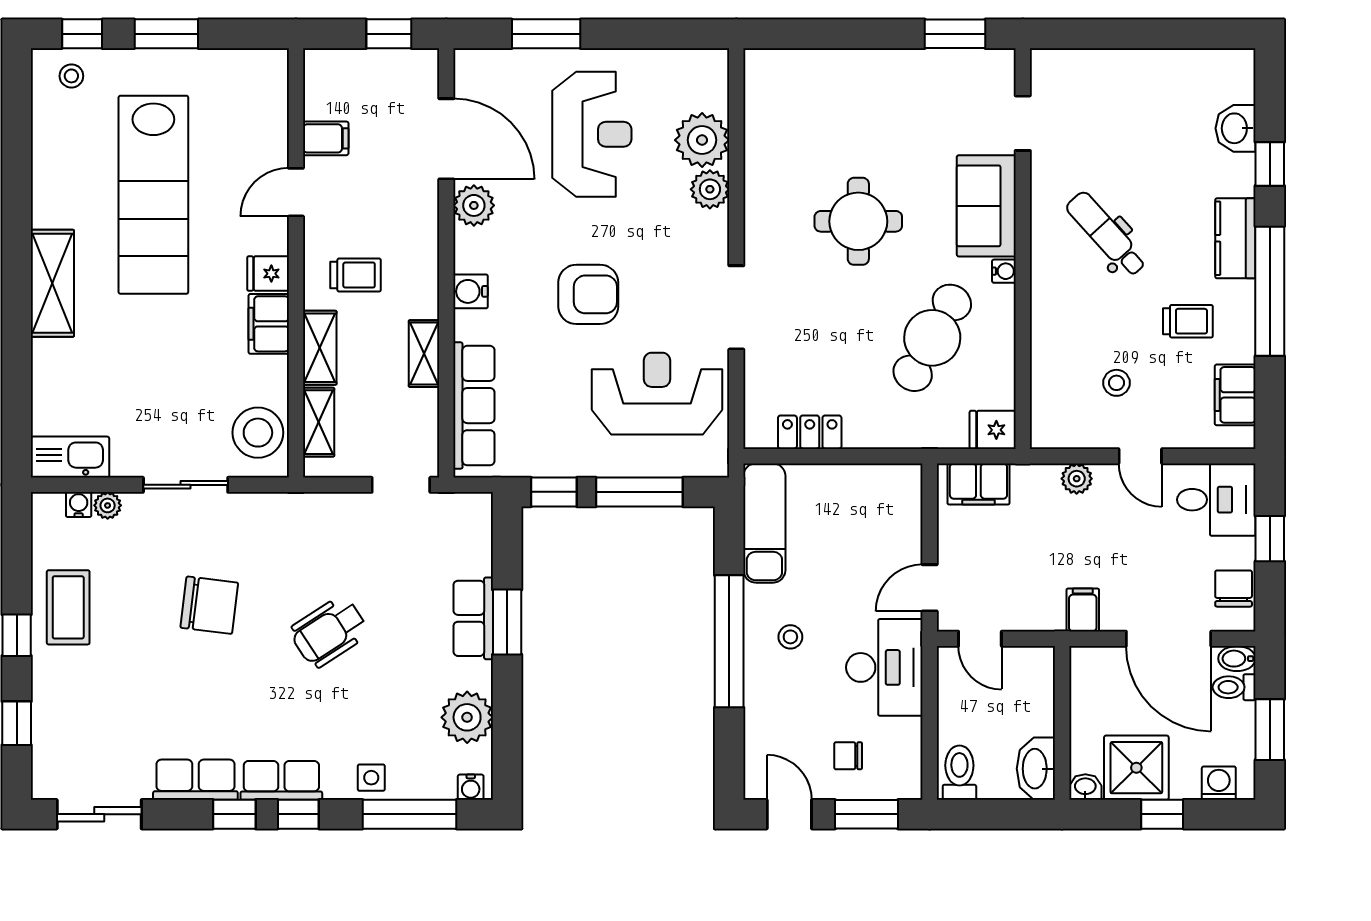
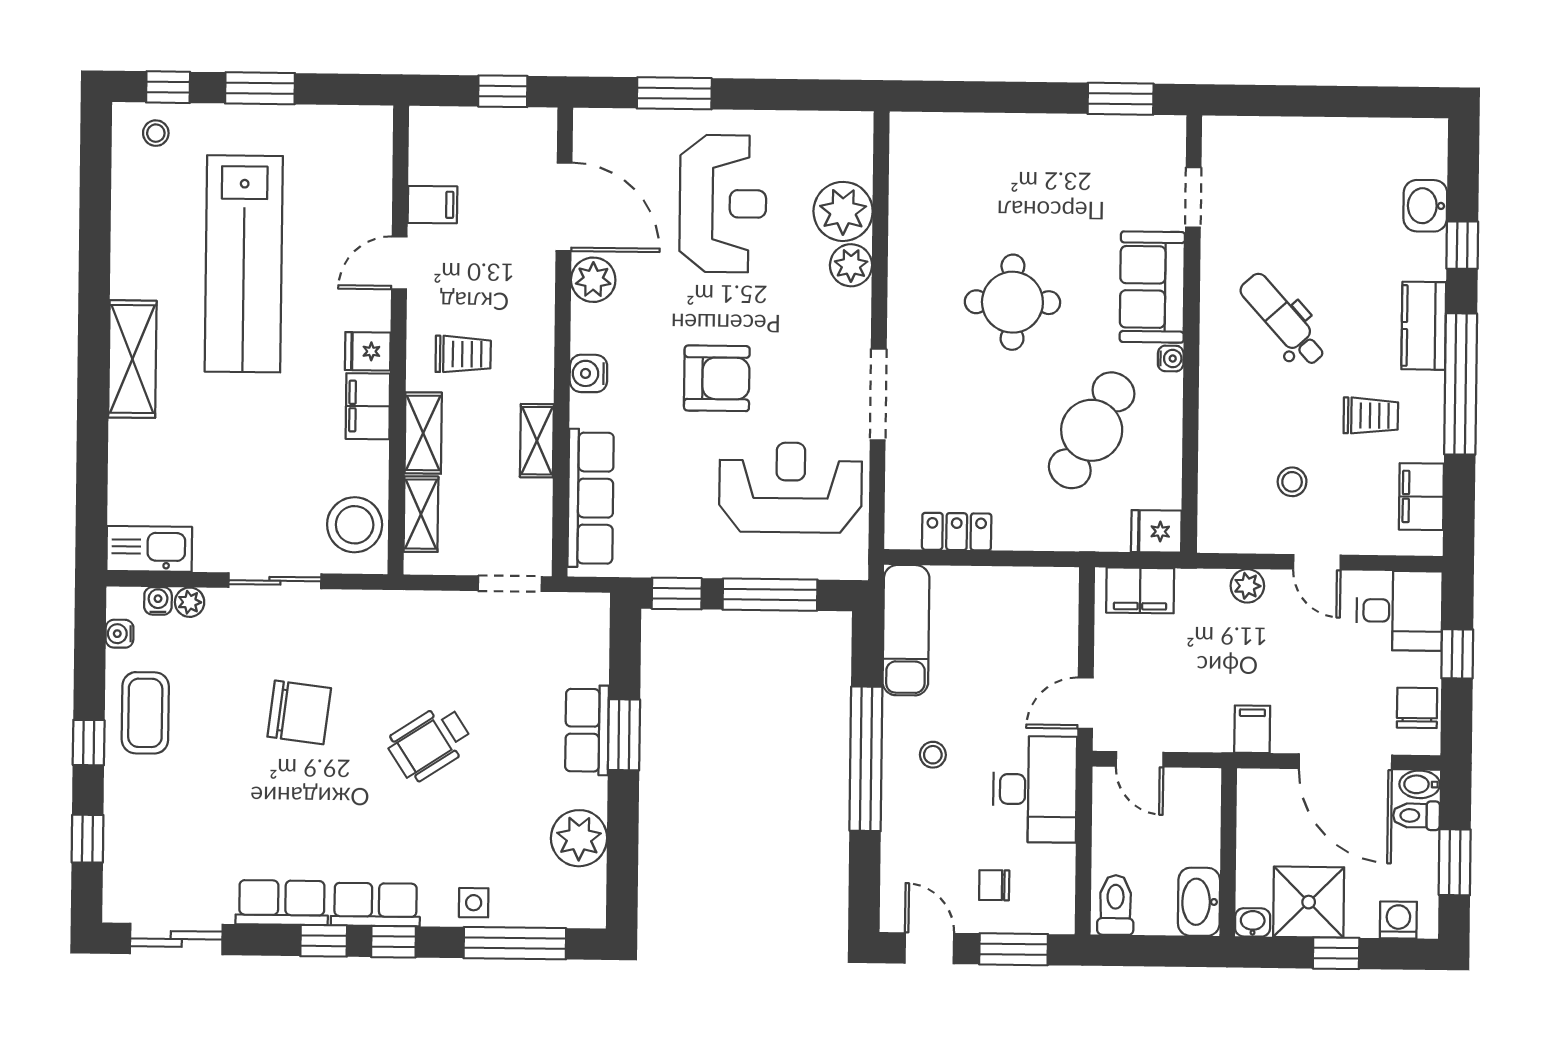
water cooler: (471, 787) -> (119, 634), moved, turned 90

